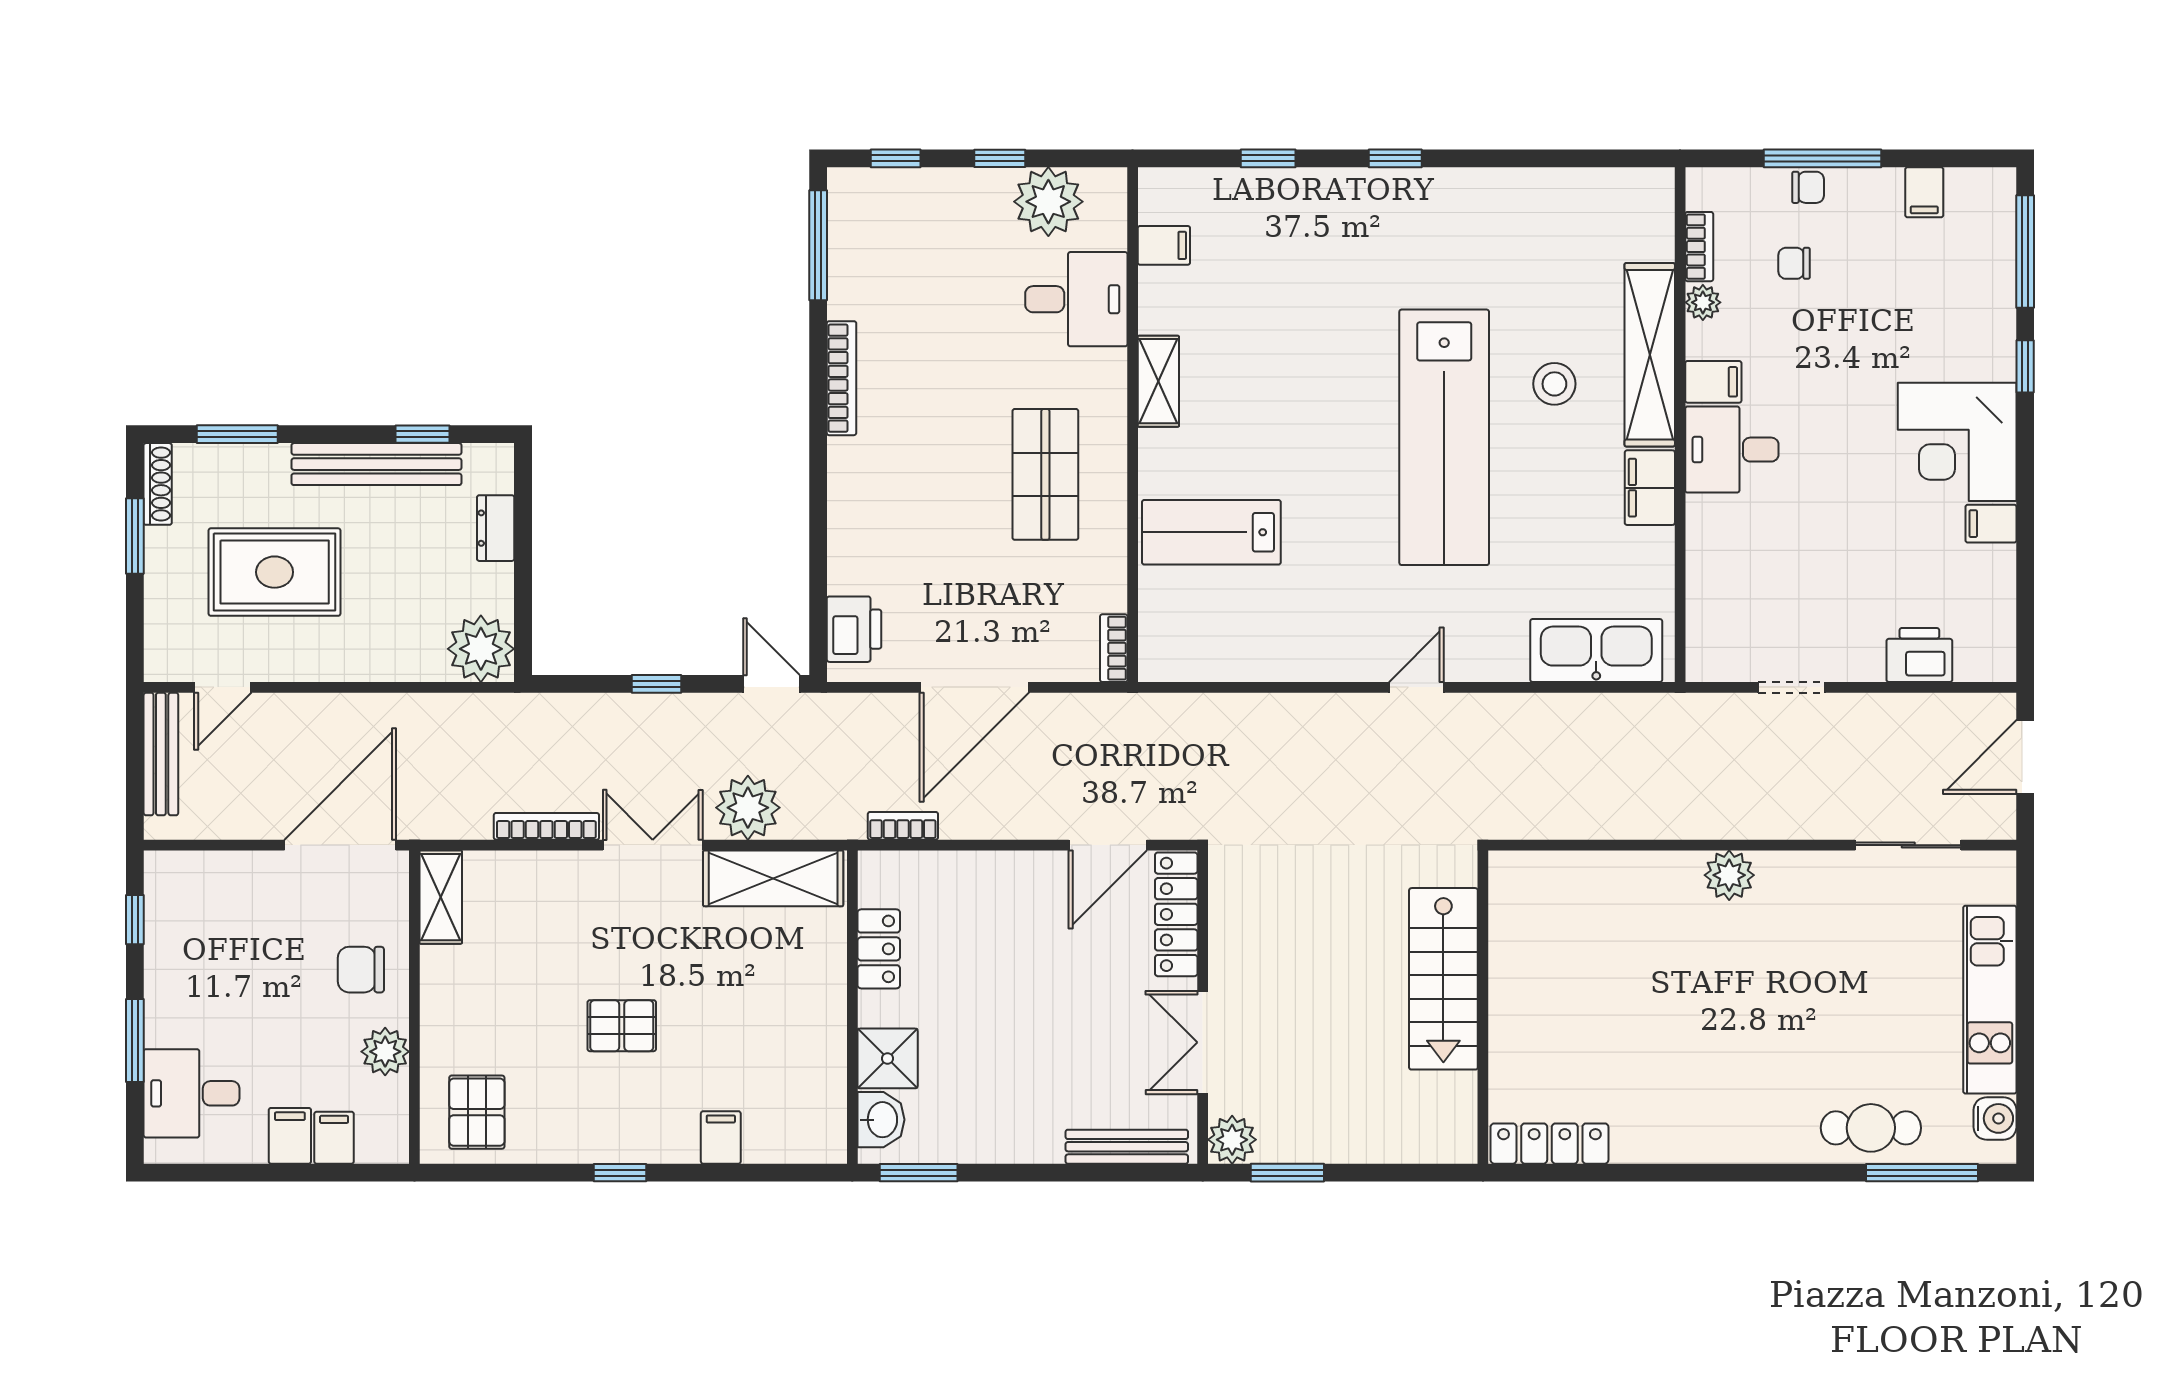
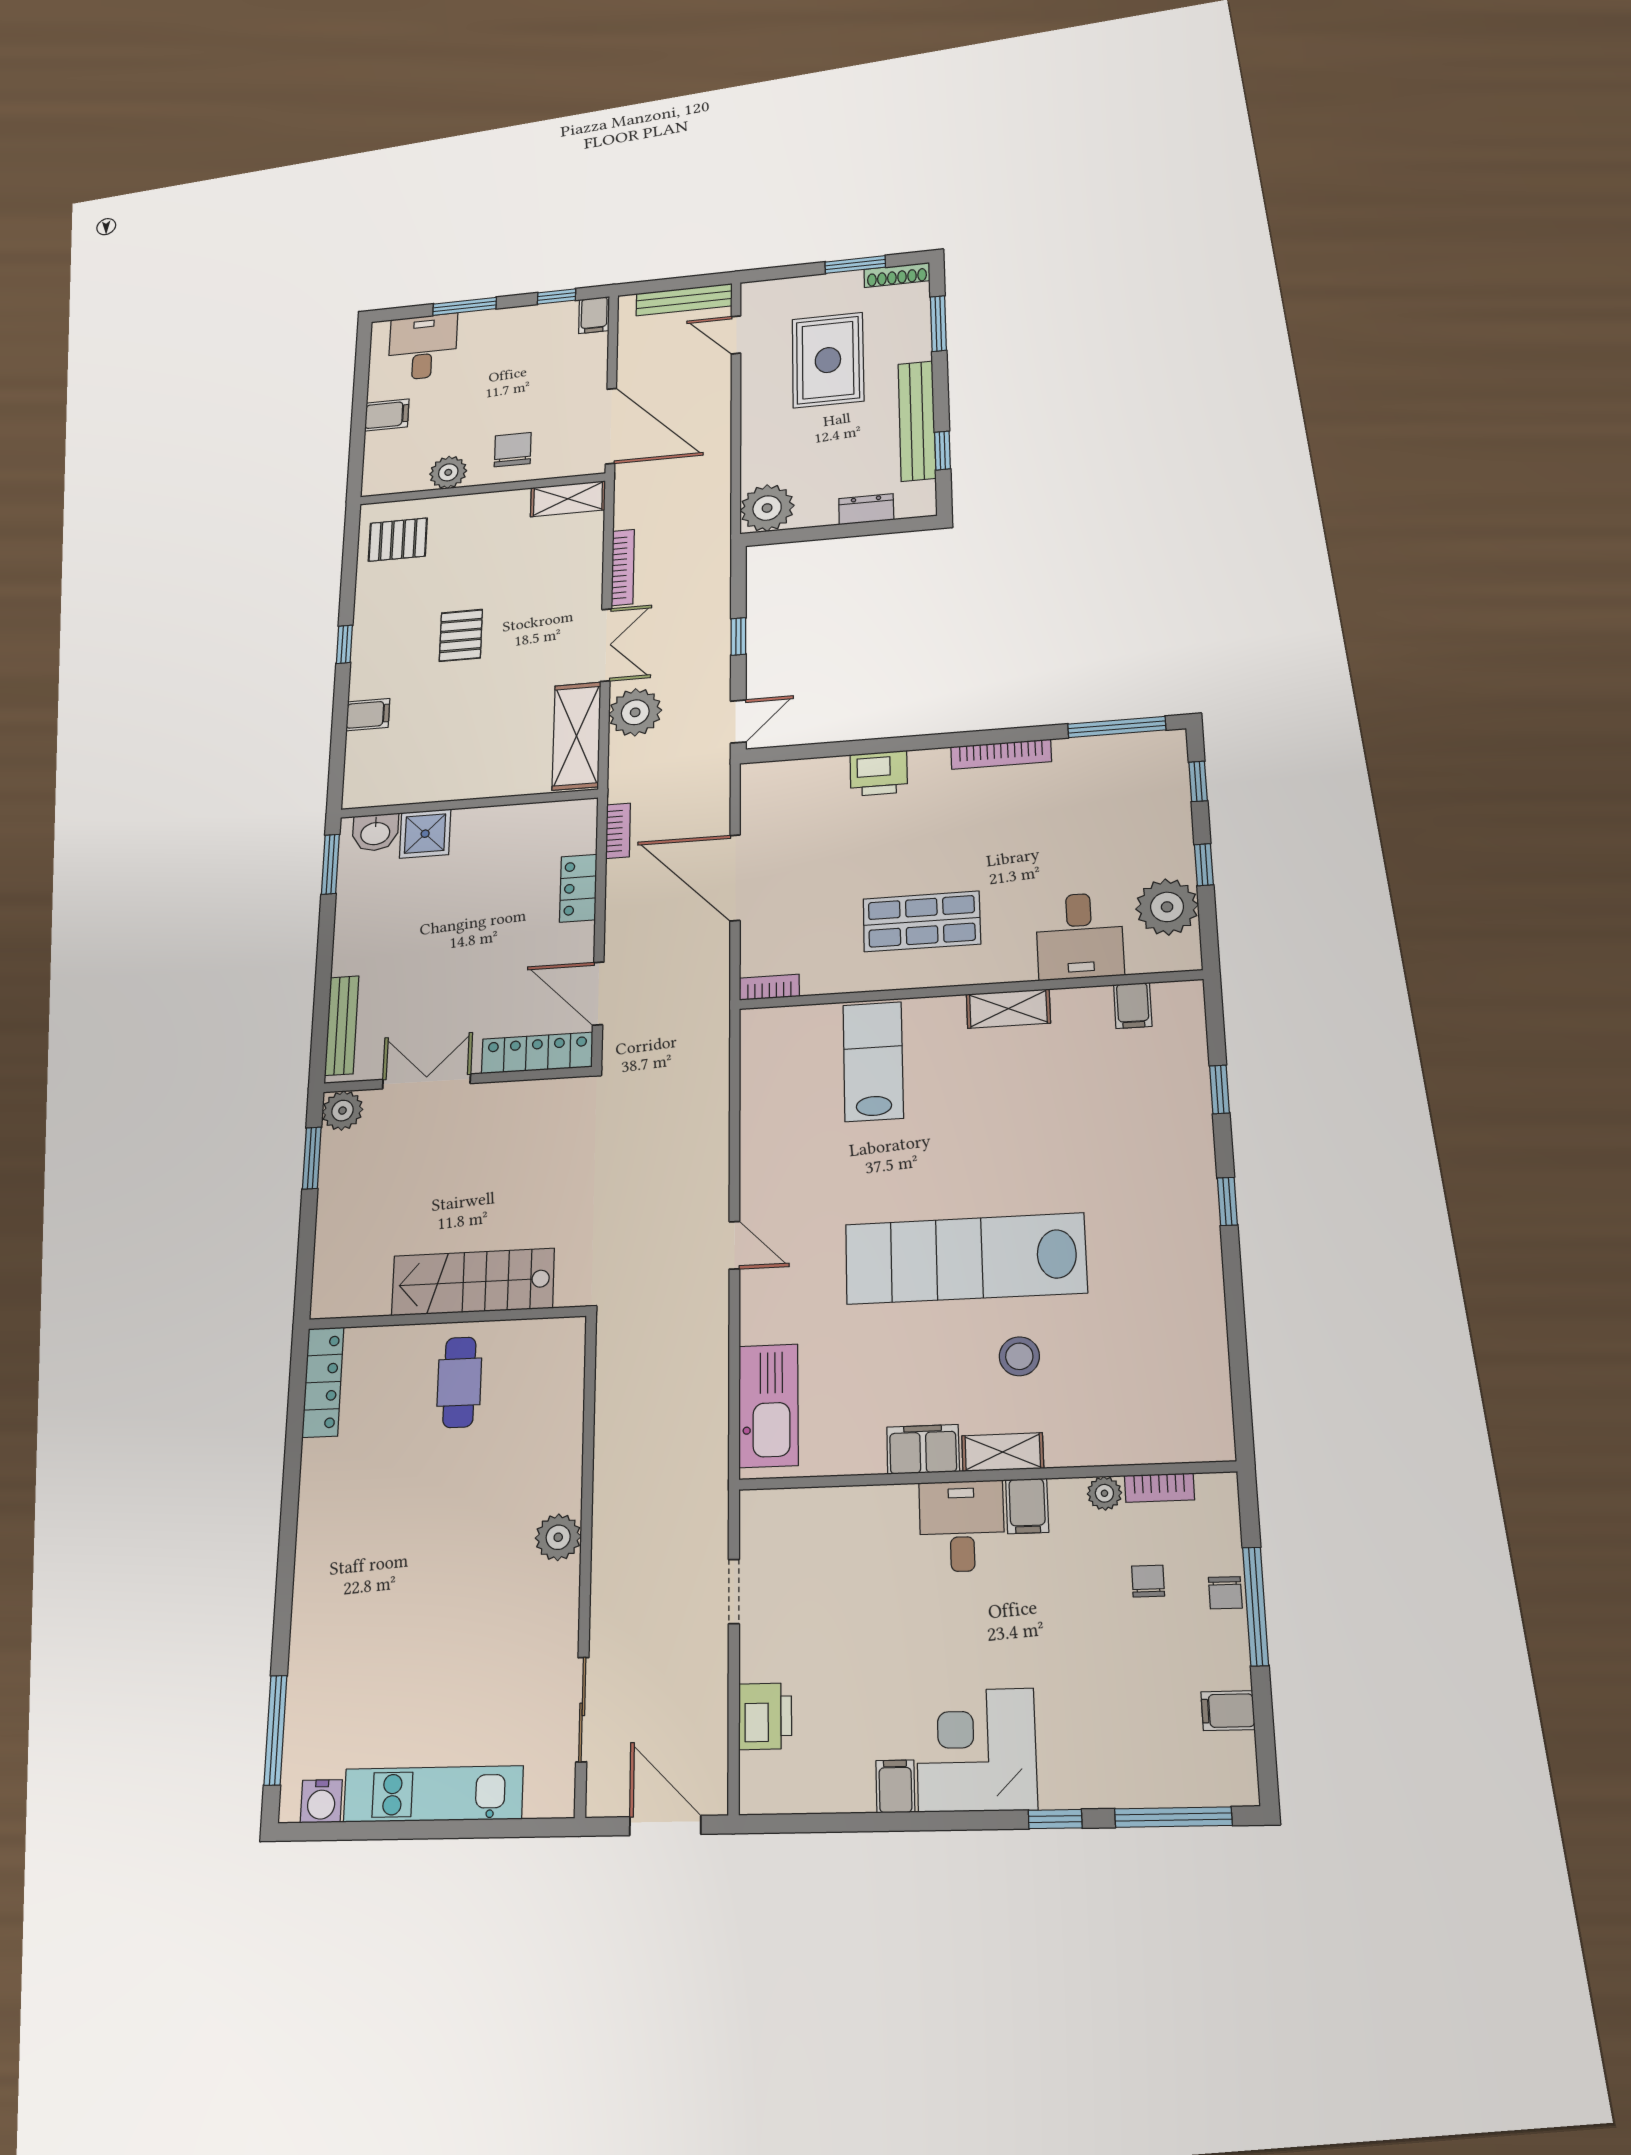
shelving: (1650, 355) -> (1003, 1452), width x0.45, depth x0.75
printer: (854, 629) -> (879, 773), moved
locker: (879, 949) -> (578, 888), moved, turned 90
cafe table: (1871, 1128) -> (459, 1382), moved
filing cabinet: (334, 1138) -> (594, 315), moved, turned 90

